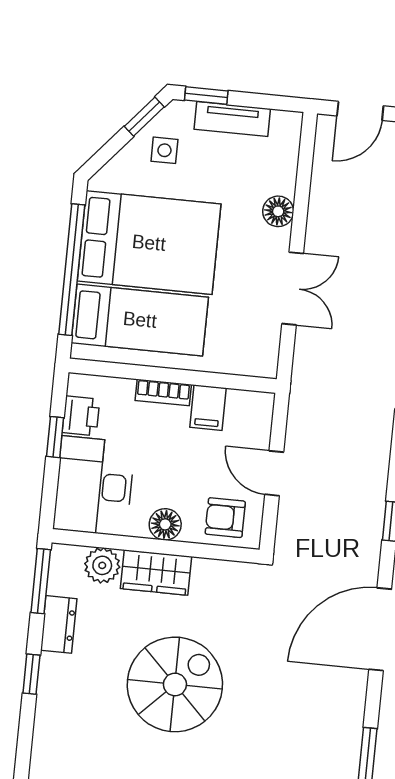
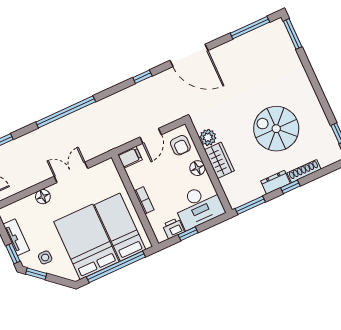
filing cabinet: (208, 408) -> (130, 157), moved
plant: (102, 565) -> (208, 137), moved
dresser: (59, 624) -> (276, 182), moved
spiral stairs: (175, 684) -> (276, 129), moved
shoe rack: (46, 716) -> (304, 171), added

